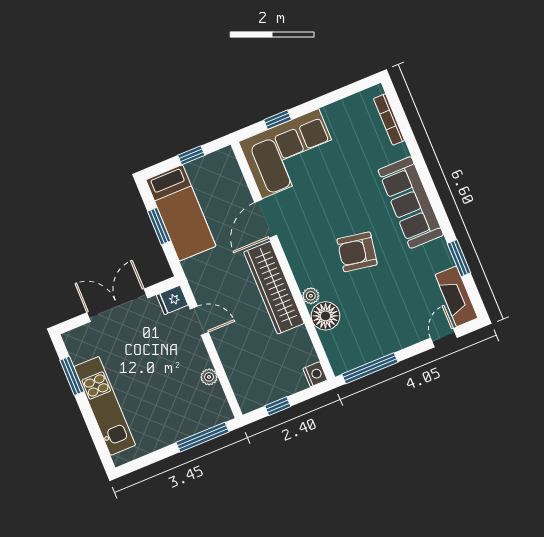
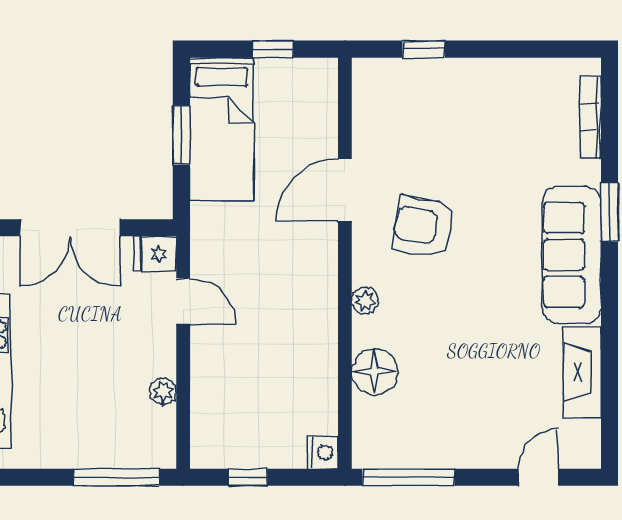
corner sofa: (290, 154) -> (422, 108), removed
armchair: (357, 252) -> (424, 227), moved
window: (459, 258) -> (609, 212), moved
wardrobe: (274, 288) -> (315, 298), removed
plant: (311, 296) -> (365, 301), moved
fireplace: (456, 296) -> (582, 372), moved
double door: (117, 305) -> (70, 228), swing flipped

